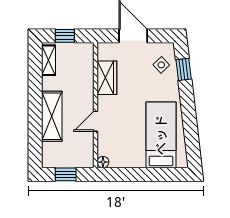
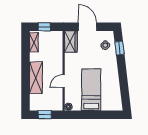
wardrobe: (107, 78) -> (71, 42), moved
bed: (161, 135) -> (91, 90), moved

